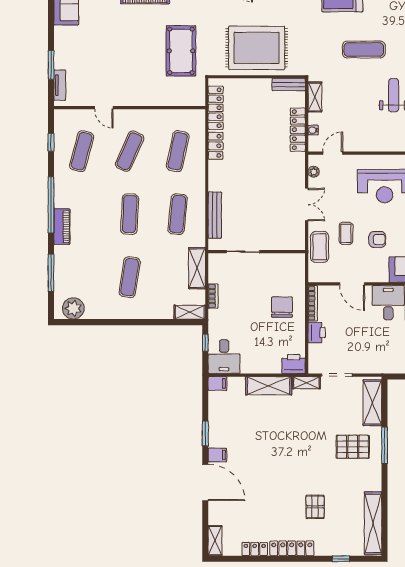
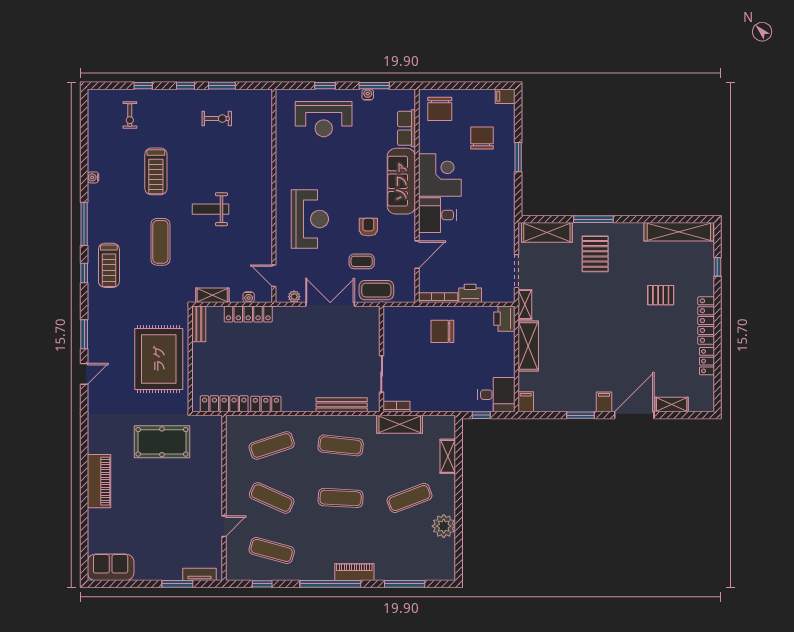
exercise mat: (178, 151) -> (272, 445), turned -30
double door: (307, 205) -> (330, 304), width x1.37
exercise mat: (130, 277) -> (409, 498), turned -30
bookcase: (213, 296) -> (397, 407), moved
plant: (73, 308) -> (444, 526), moved
shelving: (190, 312) -> (448, 456), moved
shelving: (215, 541) -> (672, 405), moved

